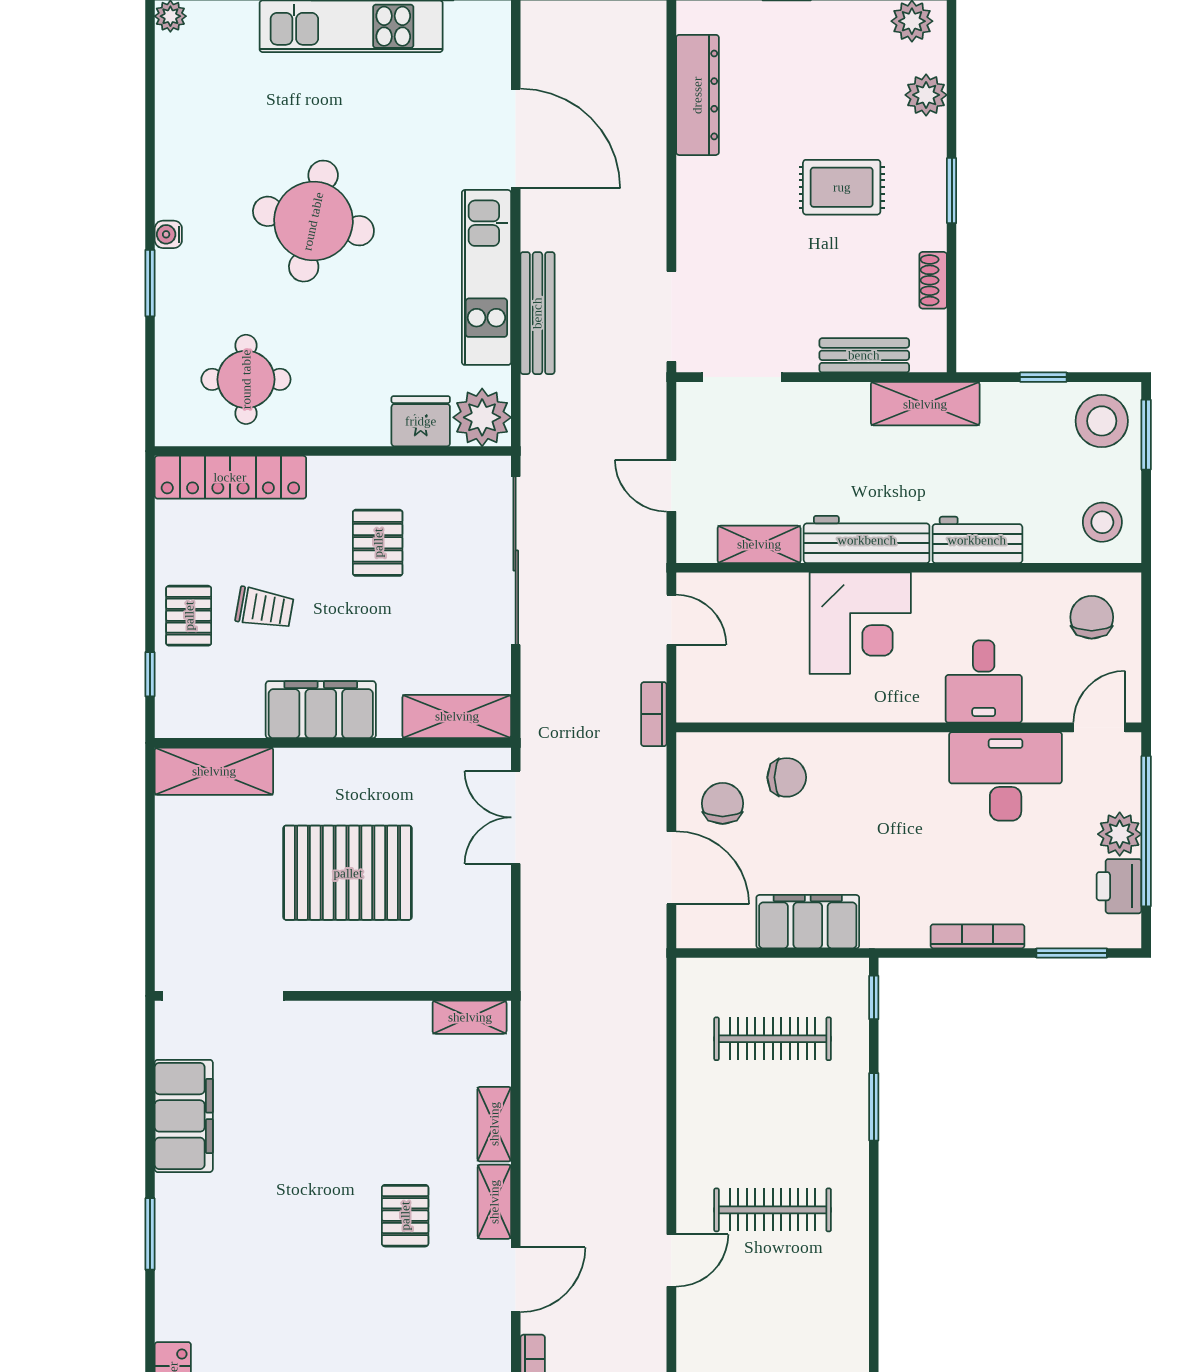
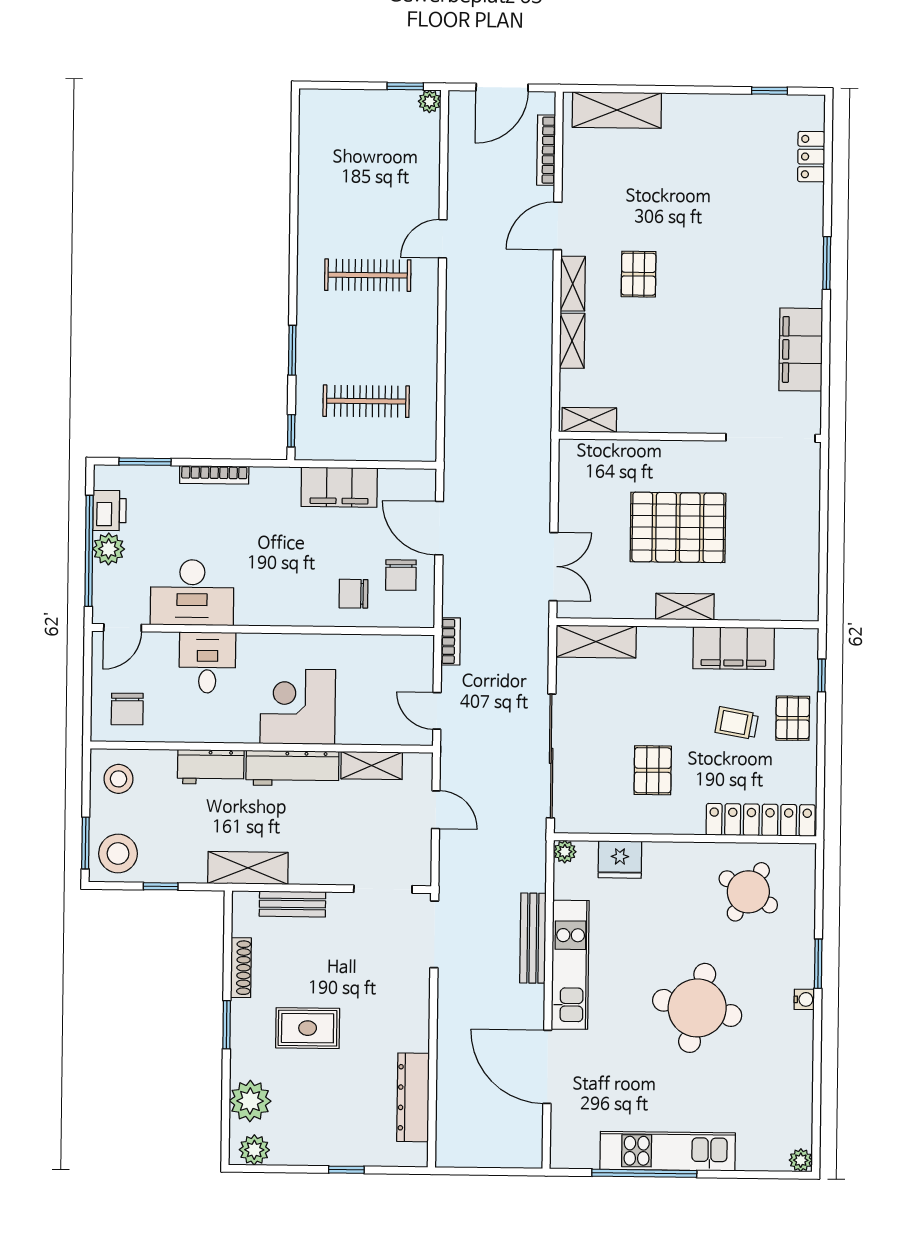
plant: (926, 95) -> (250, 1101), width x1.36, depth x1.36
shoe rack: (933, 280) -> (241, 968), width x1.43
round table: (246, 379) -> (748, 892), turned 31
plant: (482, 417) -> (565, 852), width x0.53, depth x0.53
filing cabinet: (321, 710) -> (734, 648), moved
shelving: (214, 771) -> (685, 607), moved, width x0.67, depth x0.75

